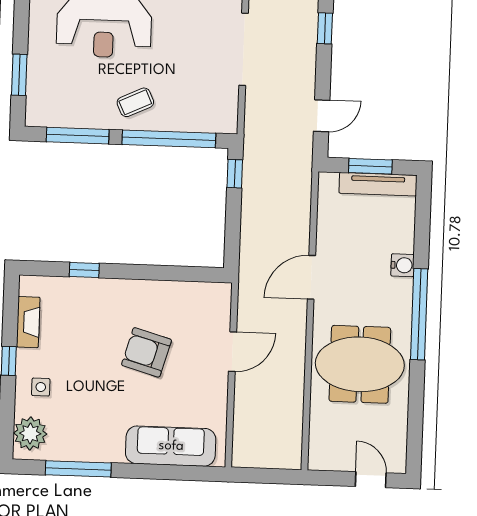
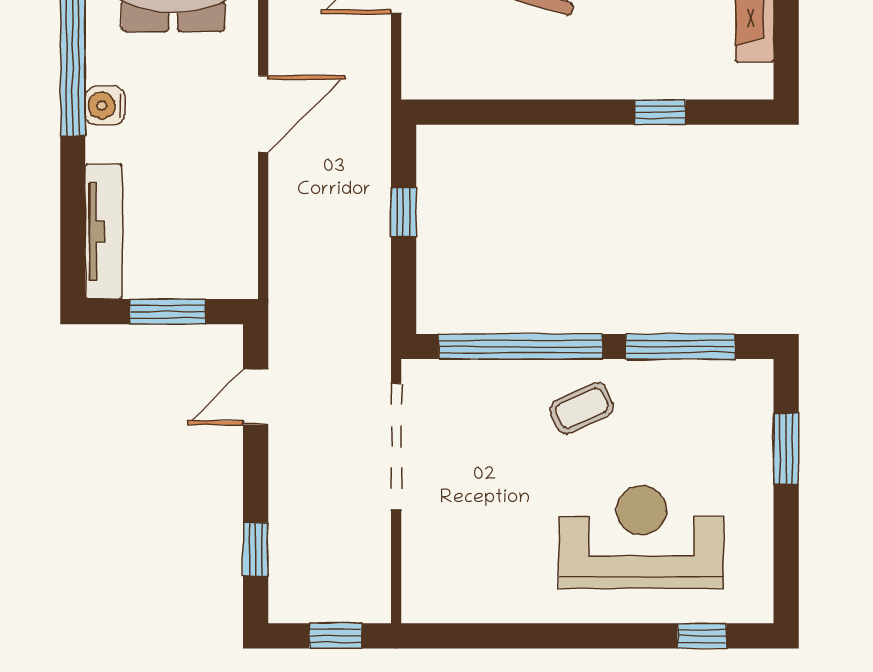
doorway: (244, 49) -> (396, 447), moved
window: (235, 174) -> (404, 212), moved
tv unit: (378, 184) -> (104, 232), moved, turned 90
water cooler: (403, 265) -> (105, 106), moved

